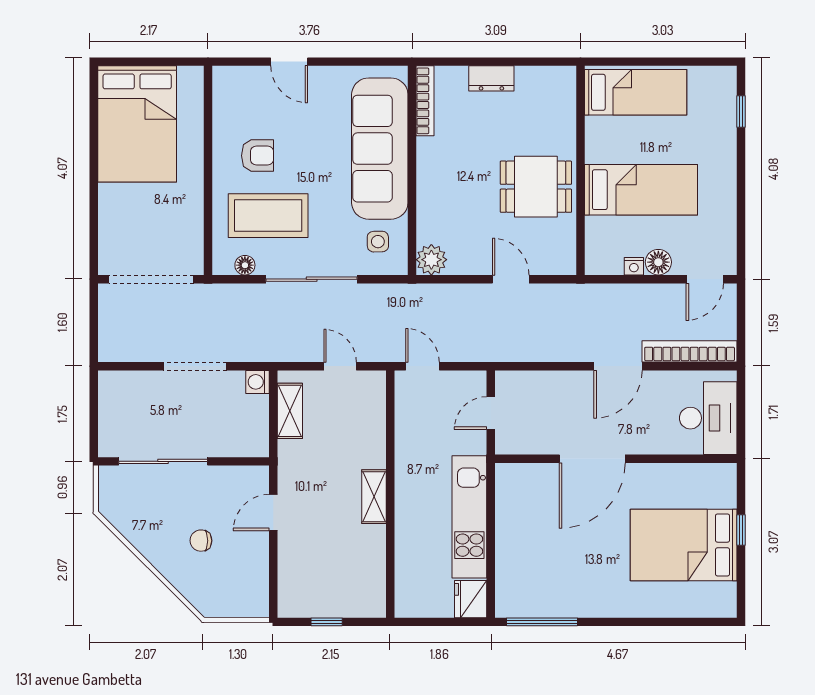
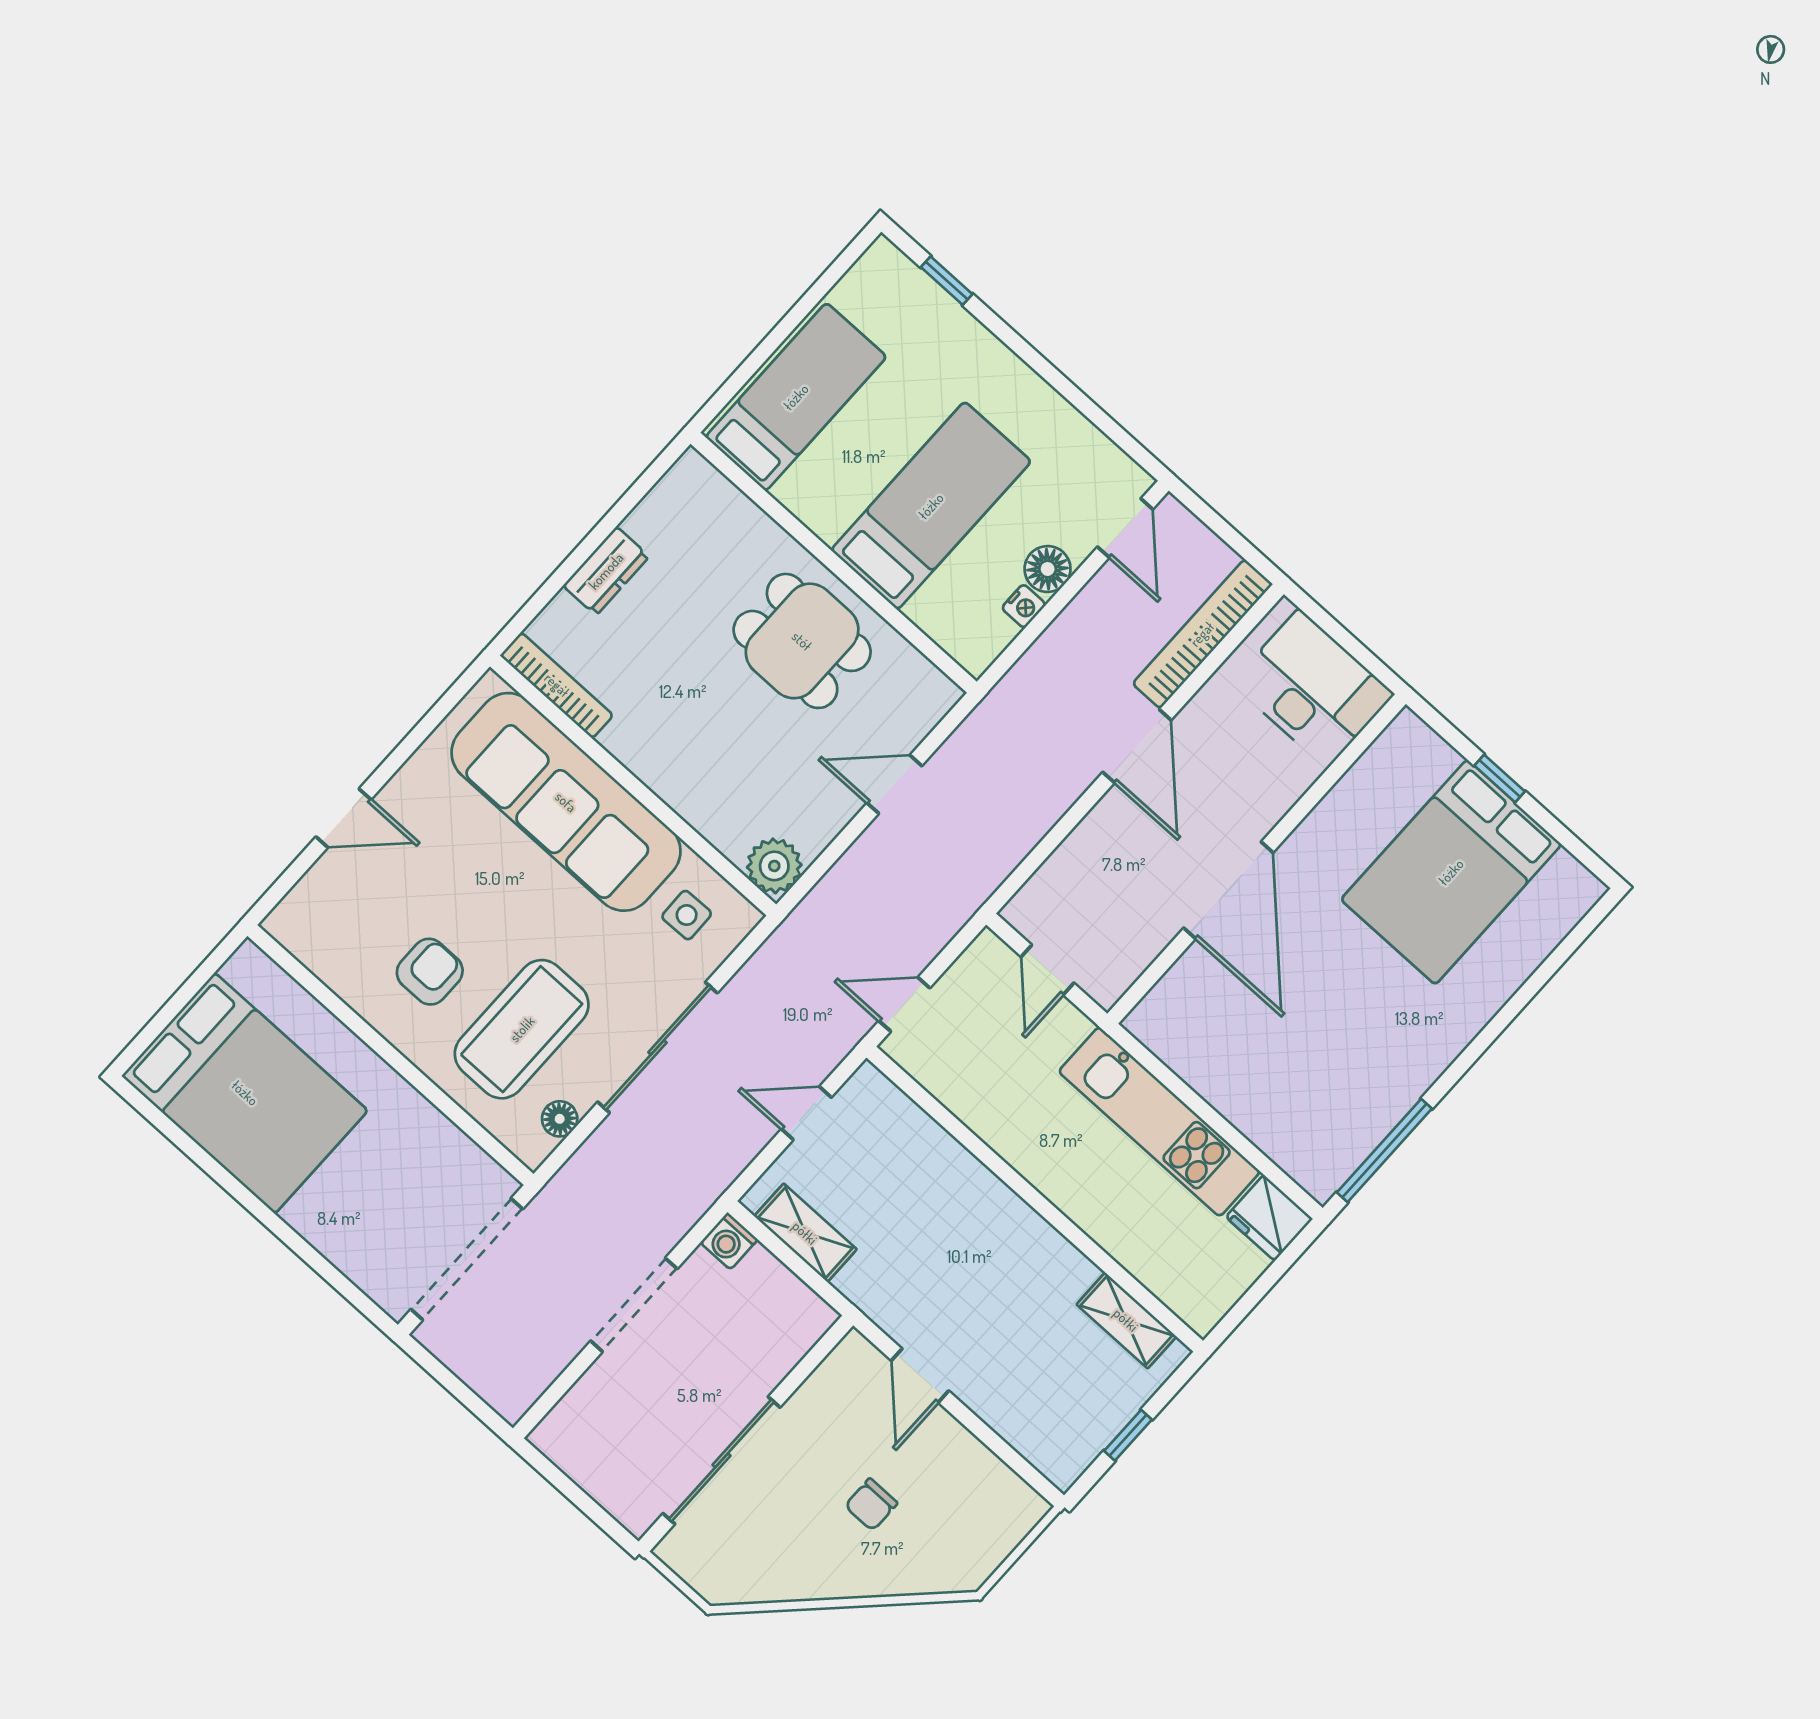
dining table: (536, 187) -> (802, 641), turned 90
shelving: (374, 497) -> (1126, 1320), moved

